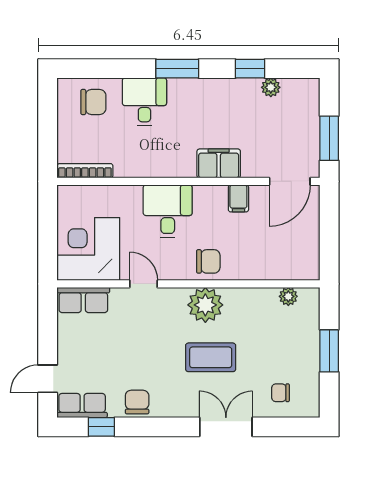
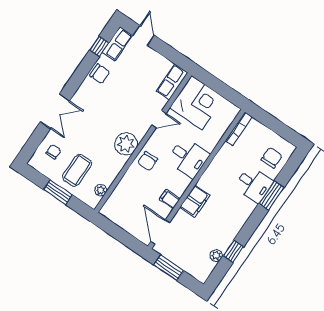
window: (177, 69) -> (271, 195), moved
chair: (93, 102) -> (272, 158), turned 180
coffee table: (211, 357) -> (77, 170), moved

